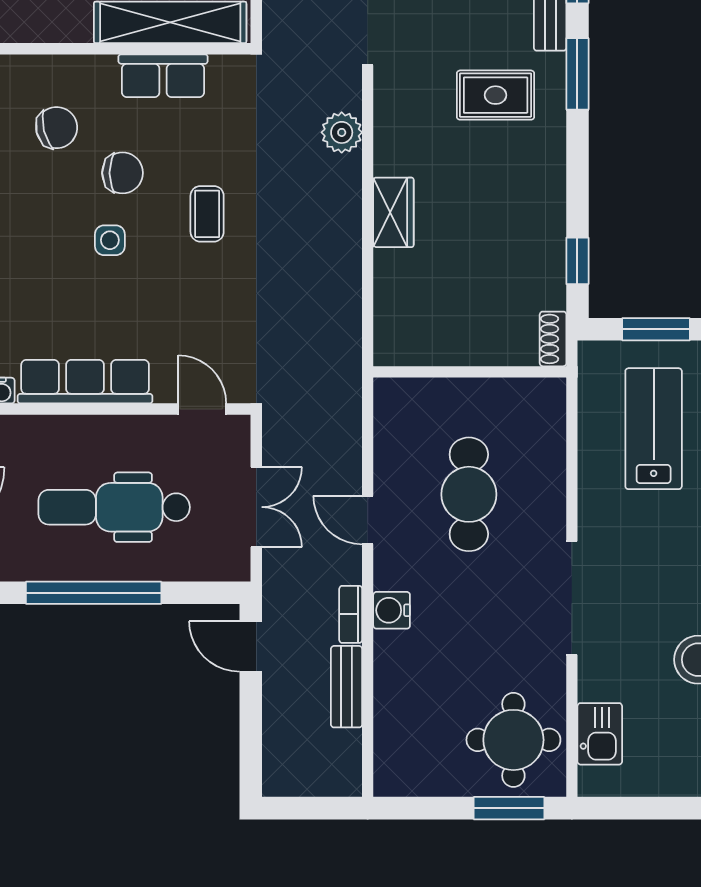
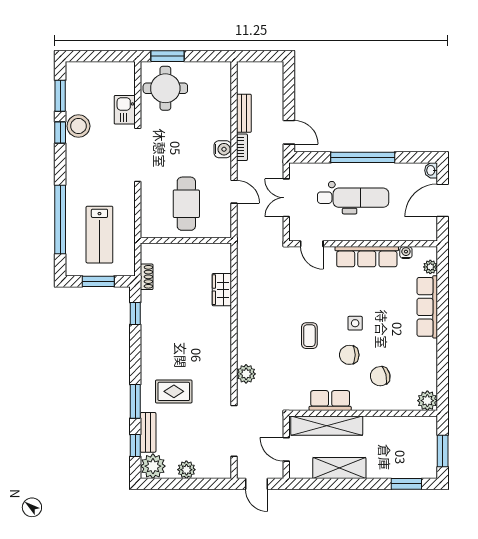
wardrobe: (393, 212) -> (222, 290), moved
wall: (470, 372) -> (186, 240), moved
kitchen sink: (600, 734) -> (125, 110), moved

